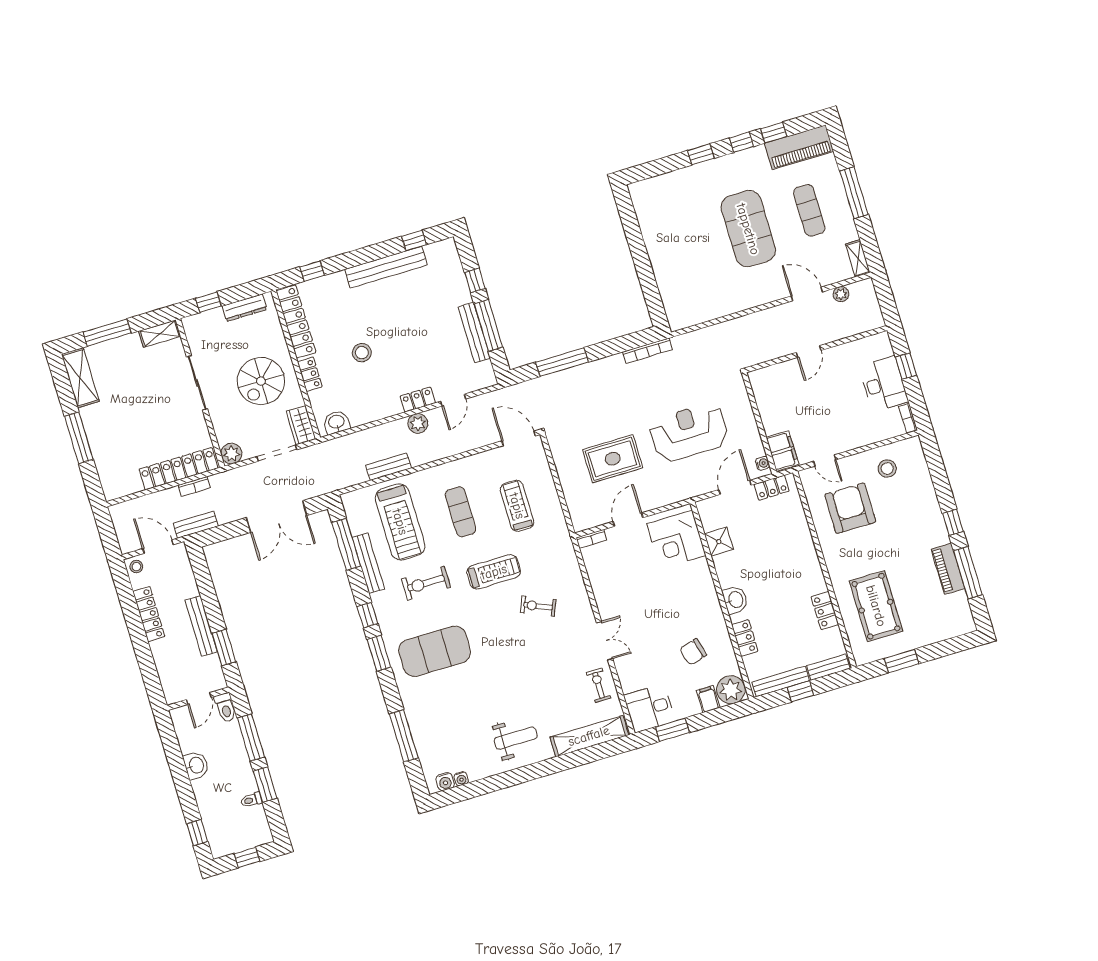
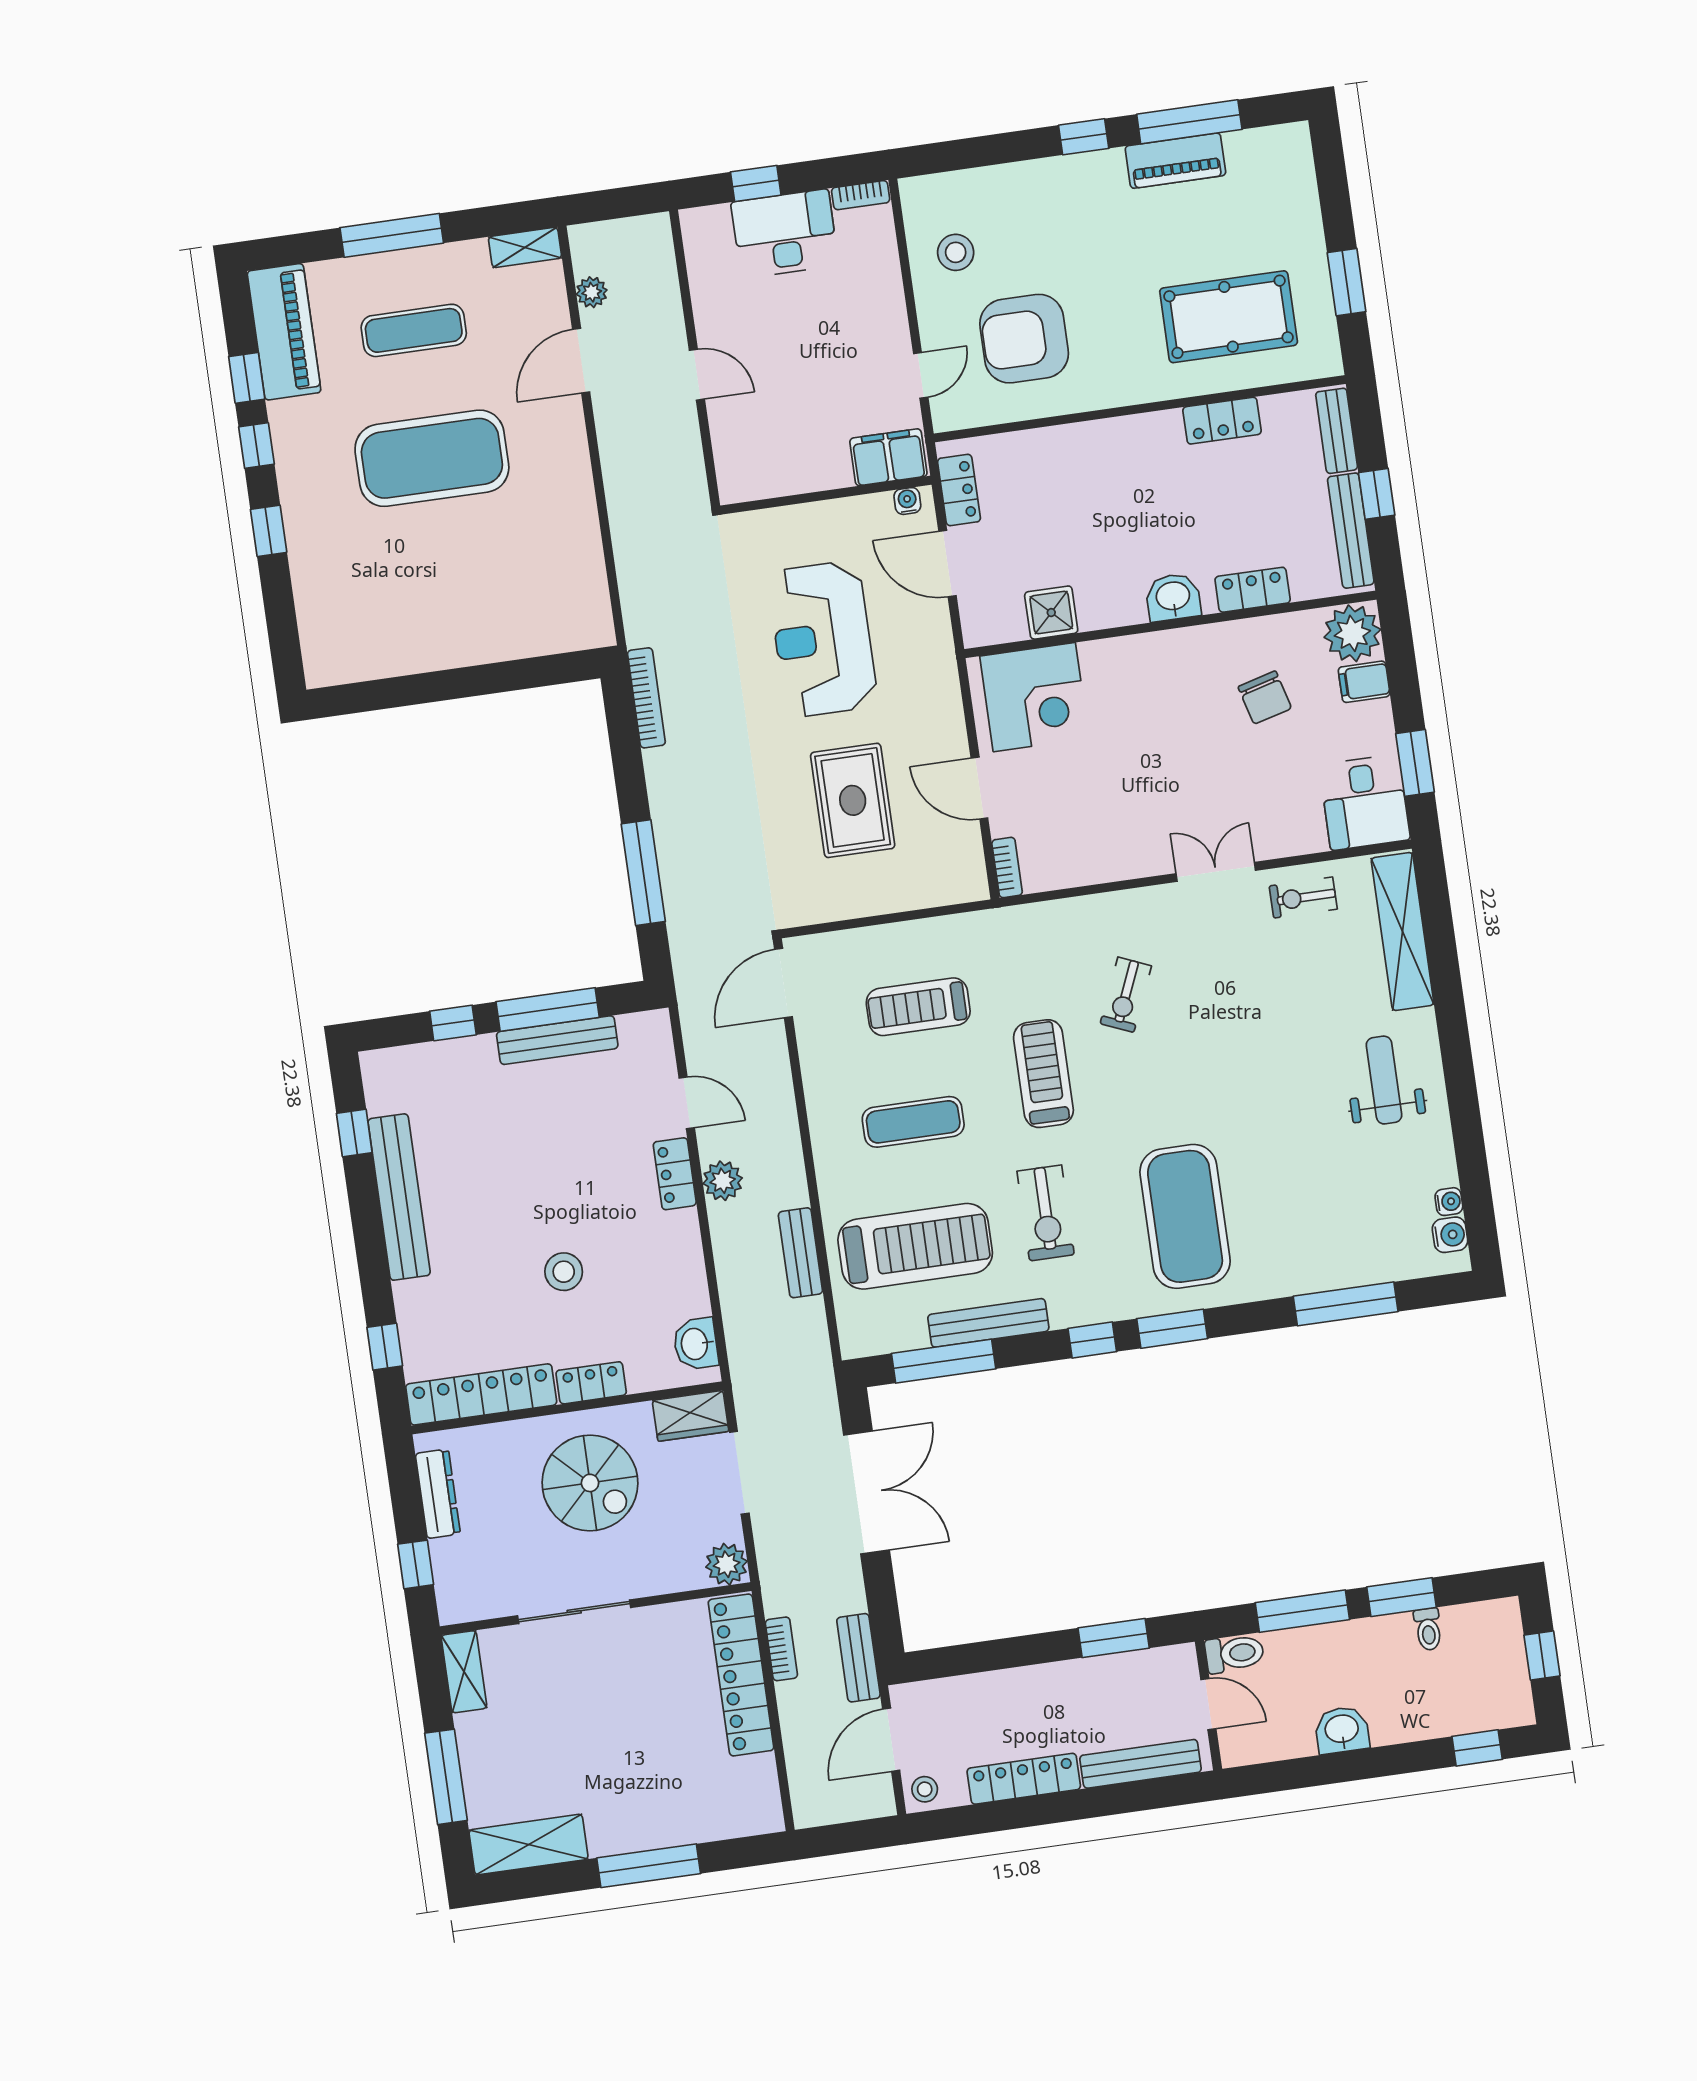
bench: (201, 626) -> (1141, 1764), moved

